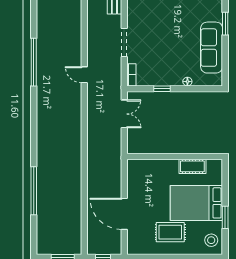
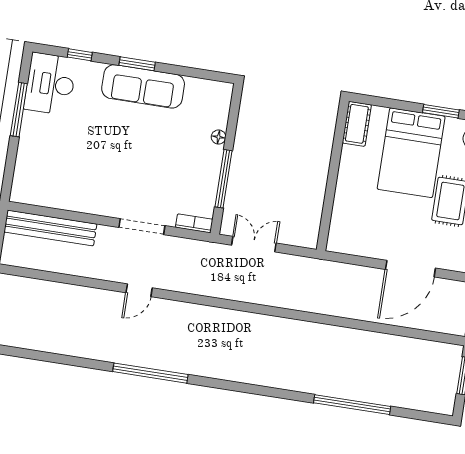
sofa: (212, 48) -> (143, 86), moved
door: (84, 75) -> (139, 290), moved
window: (162, 89) -> (223, 179), width x2.17
cot: (192, 166) -> (357, 124), moved

